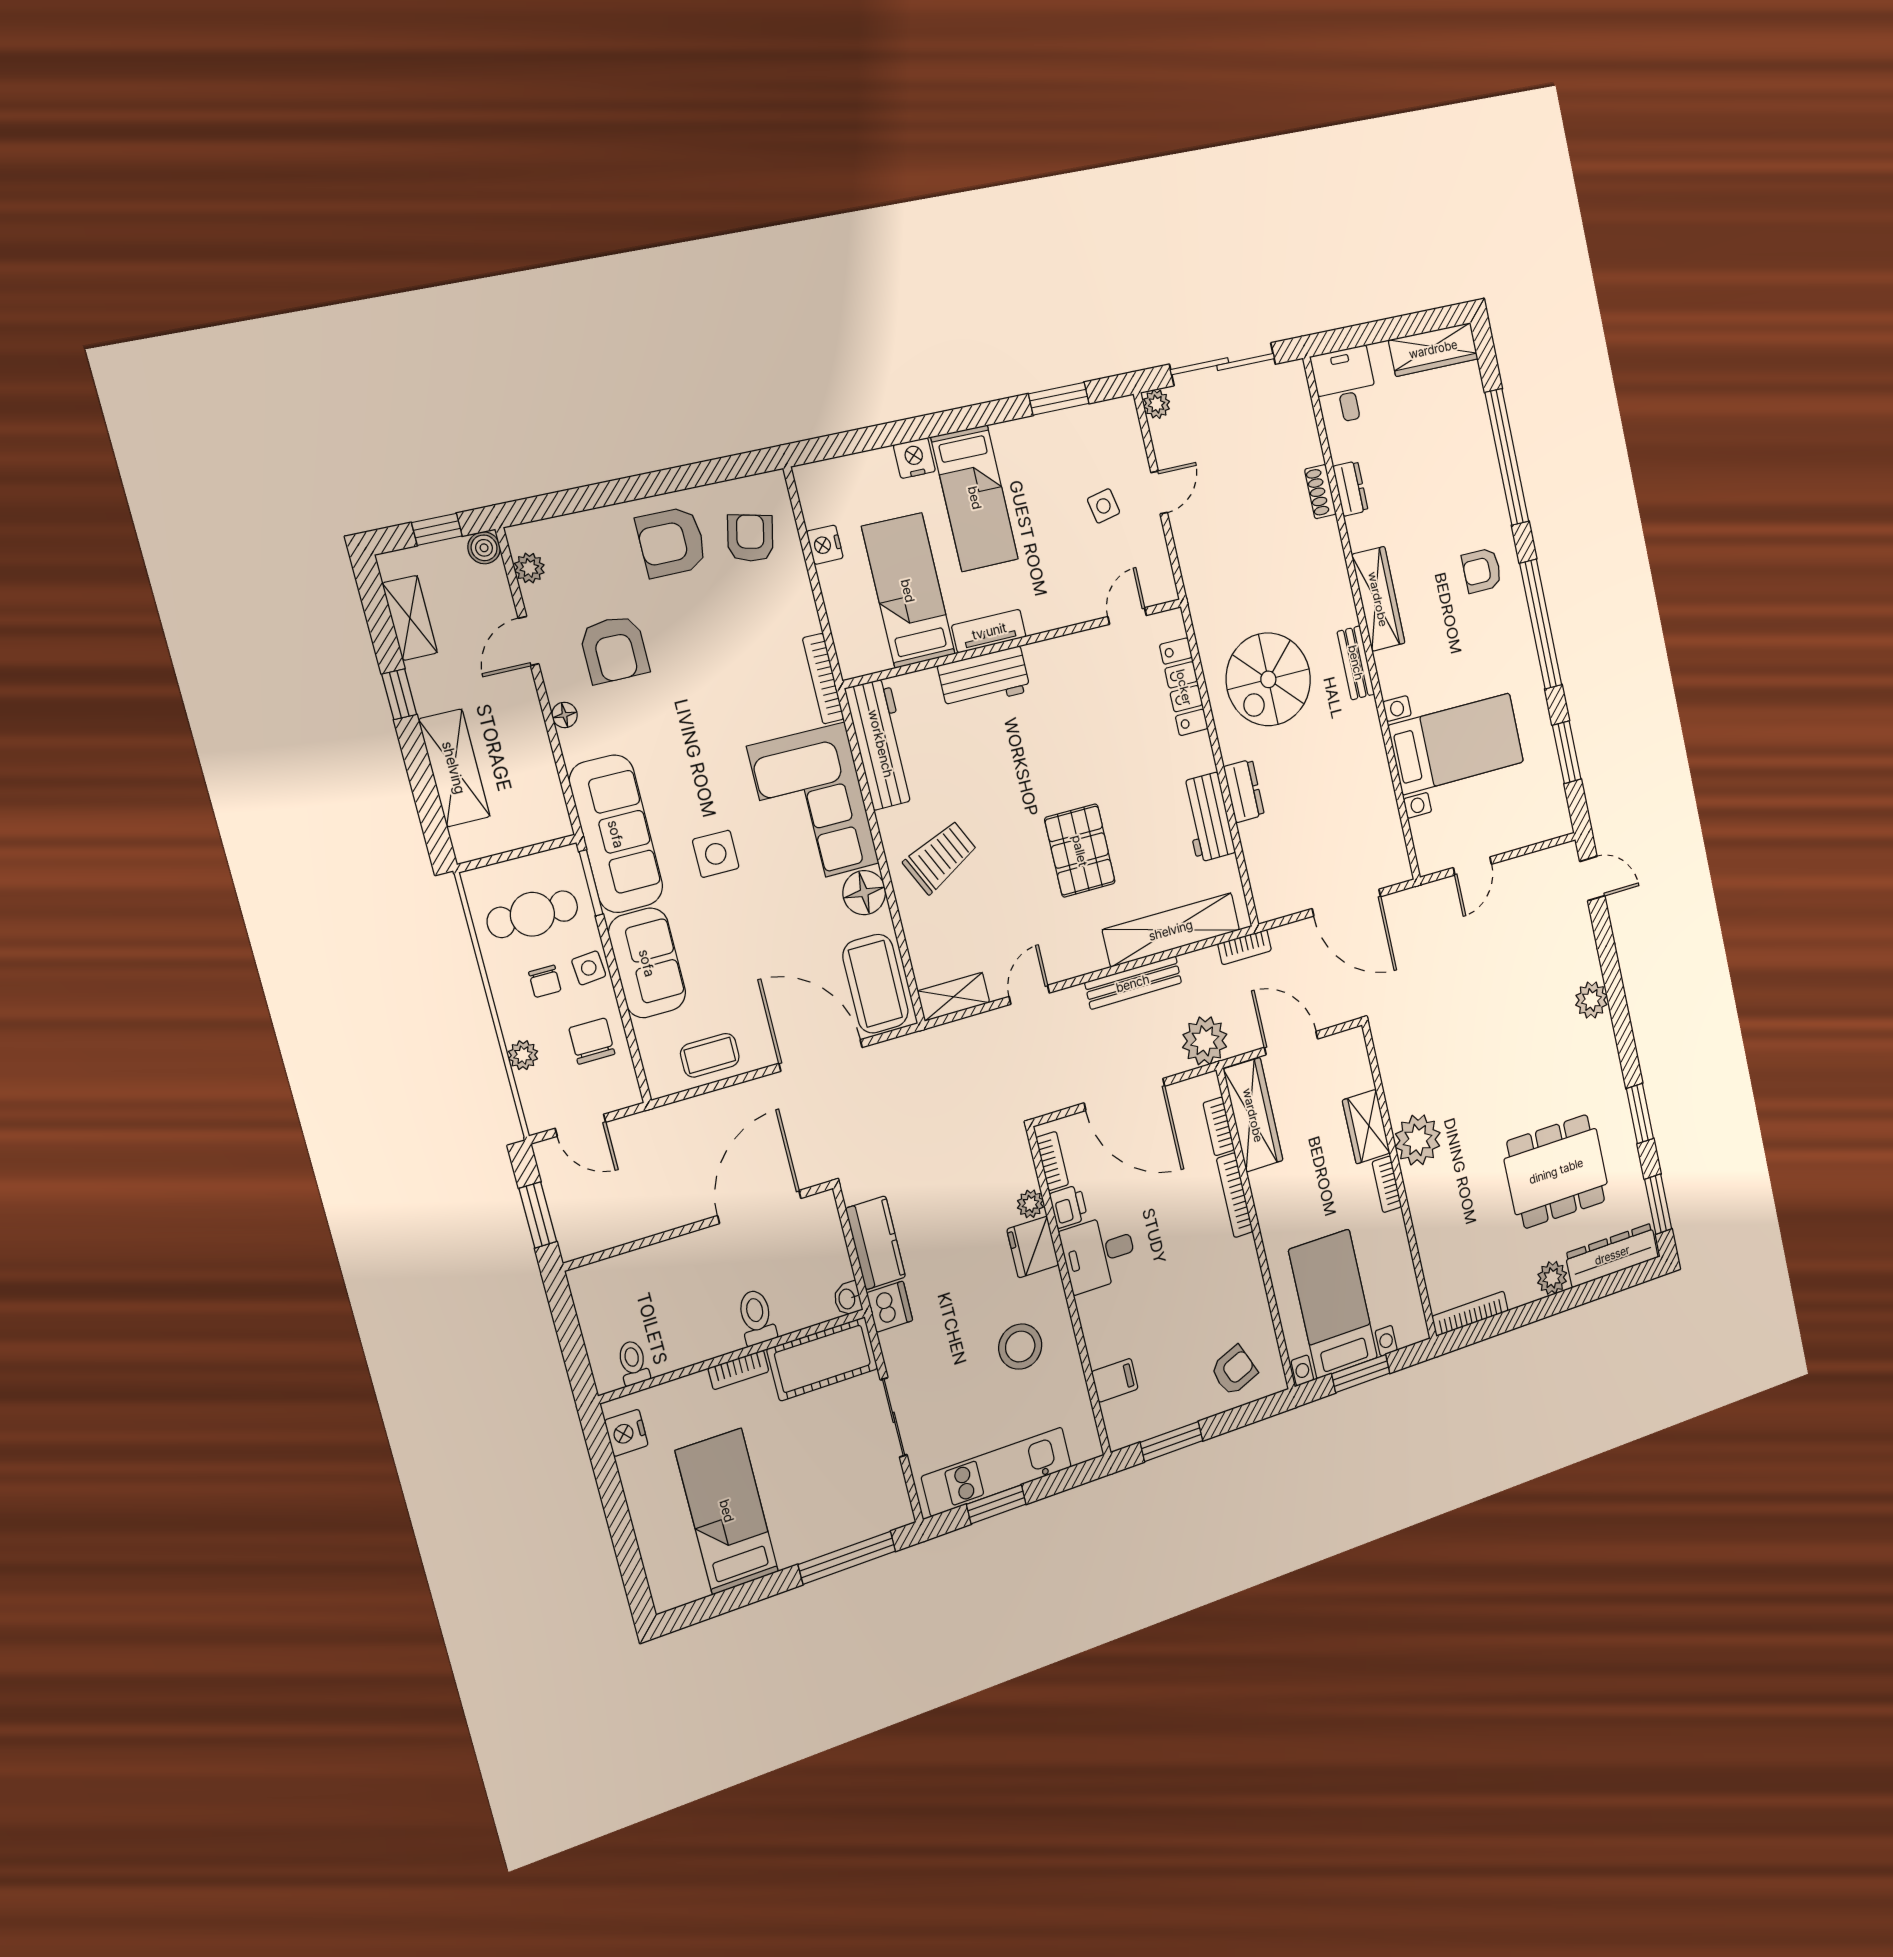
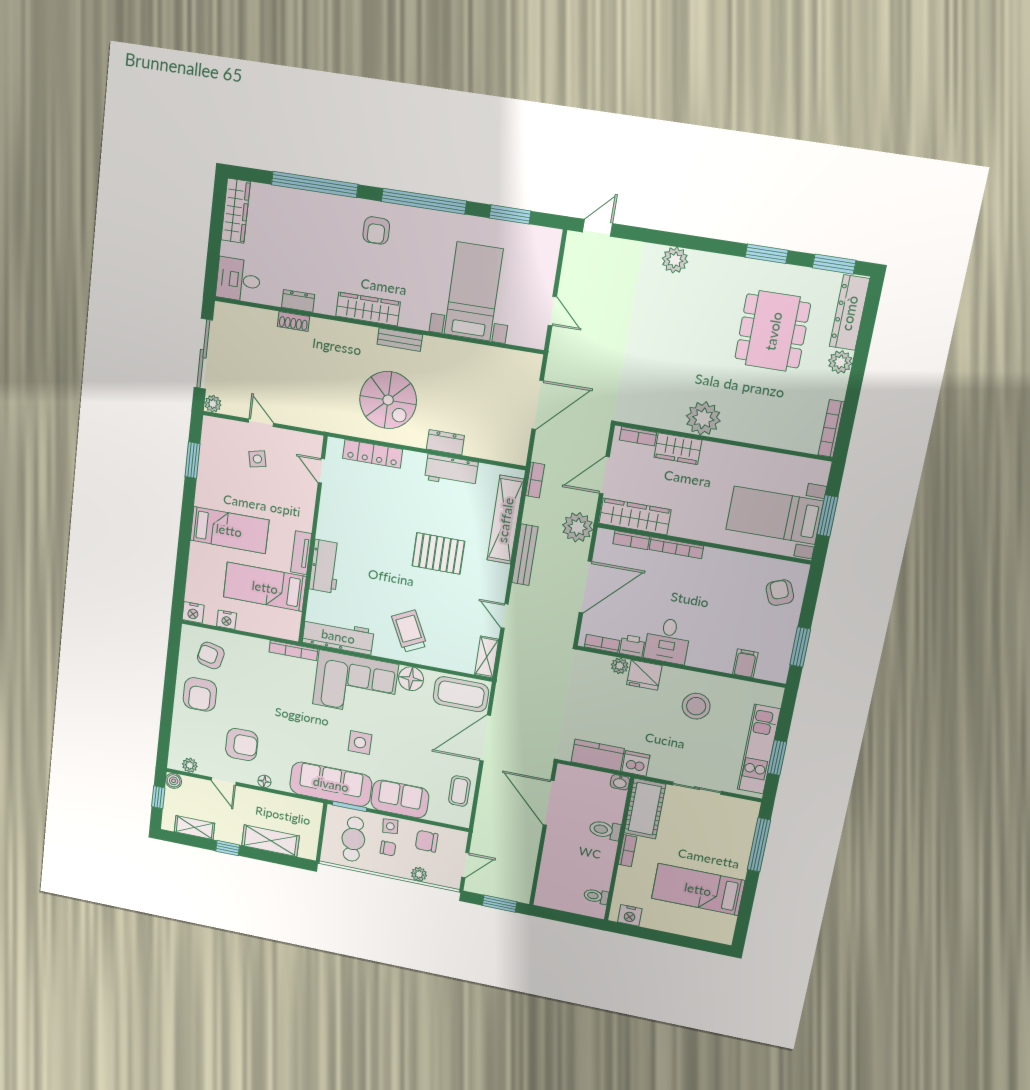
nightstand: (914, 458) -> (193, 612), moved, turned -90
bookcase: (1387, 1184) -> (638, 436), moved

